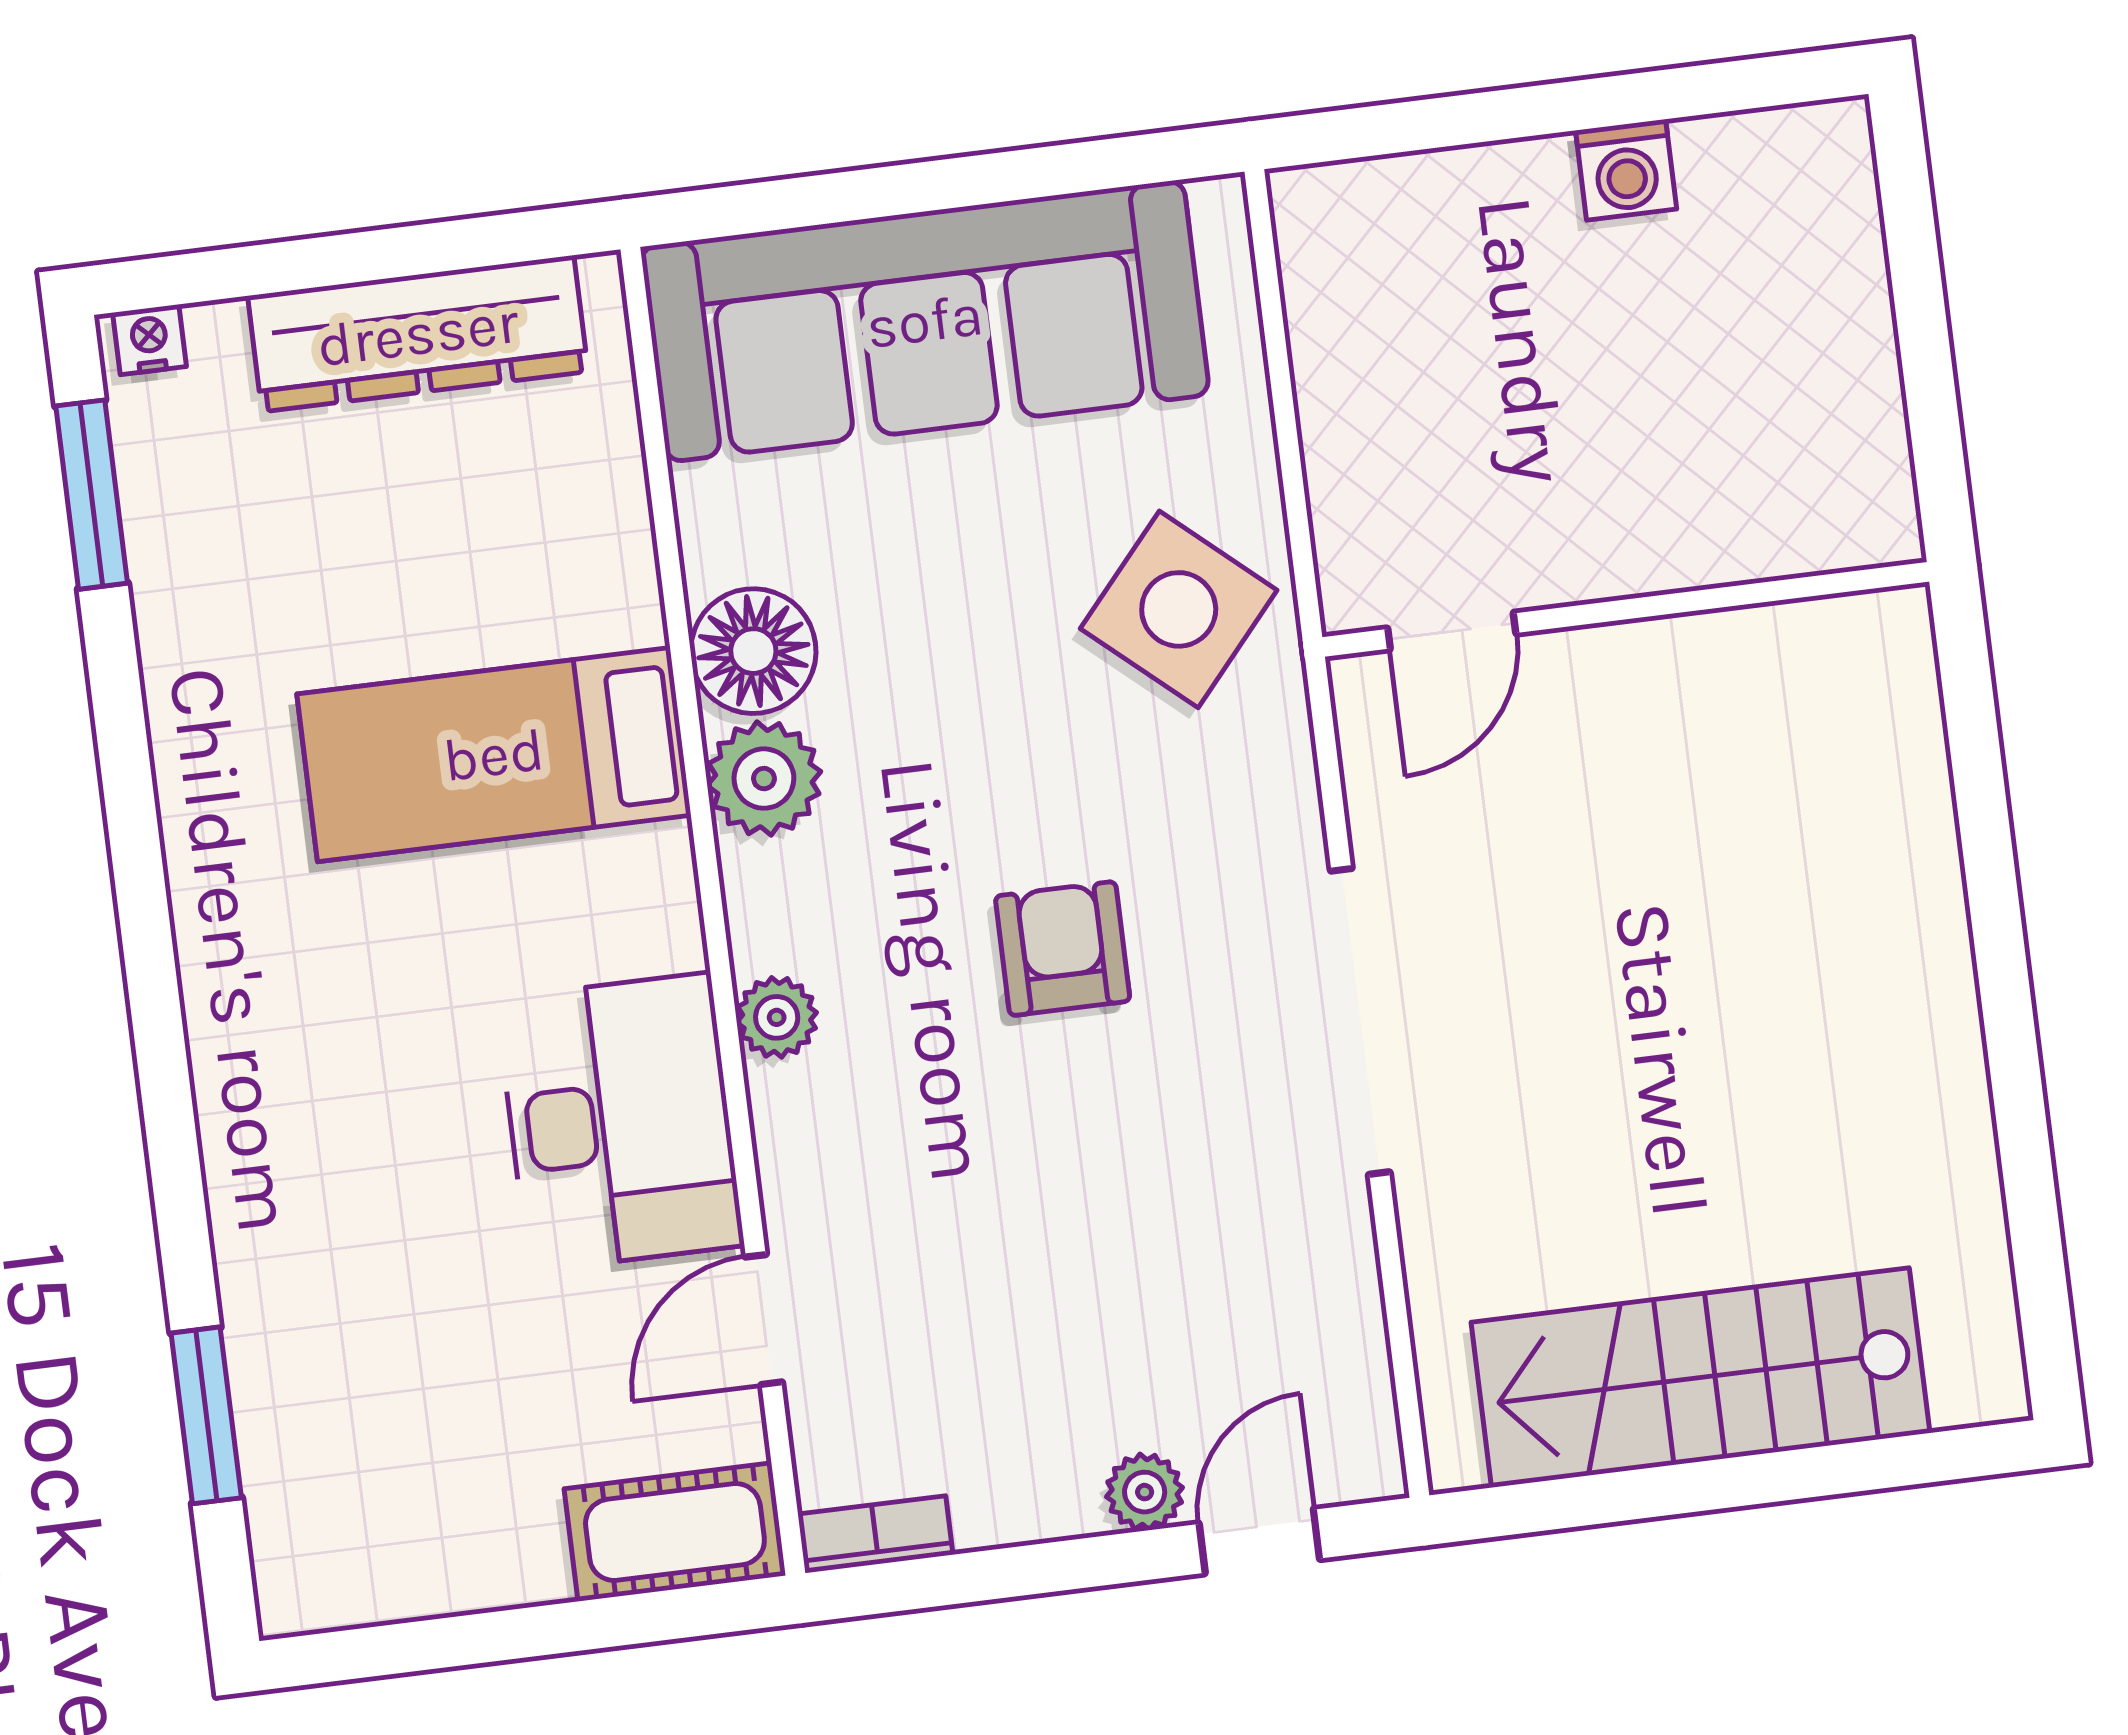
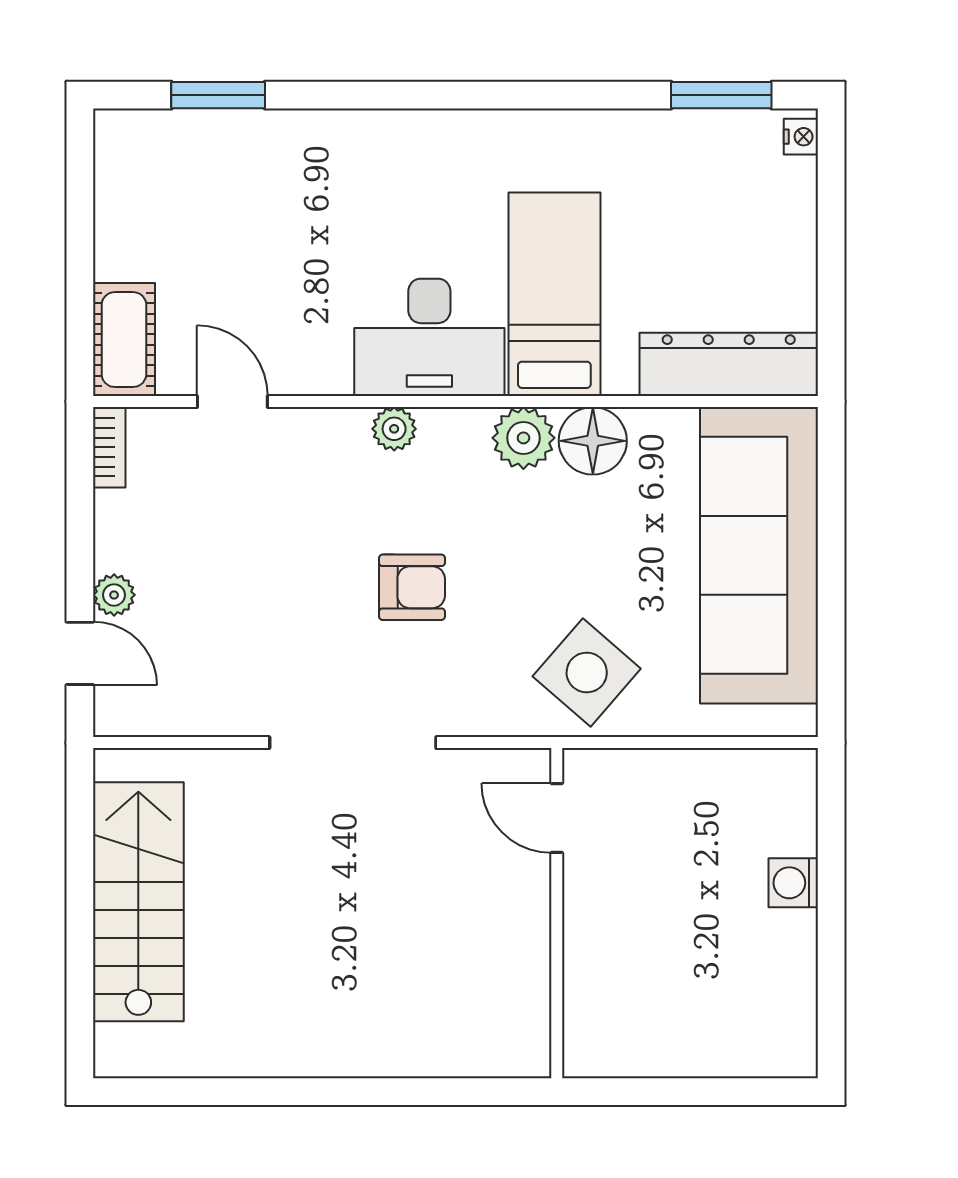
washing machine: (1626, 170) -> (793, 883), moved
dresser: (418, 334) -> (729, 364), moved, turned 90
desk: (620, 1122) -> (429, 337), moved

